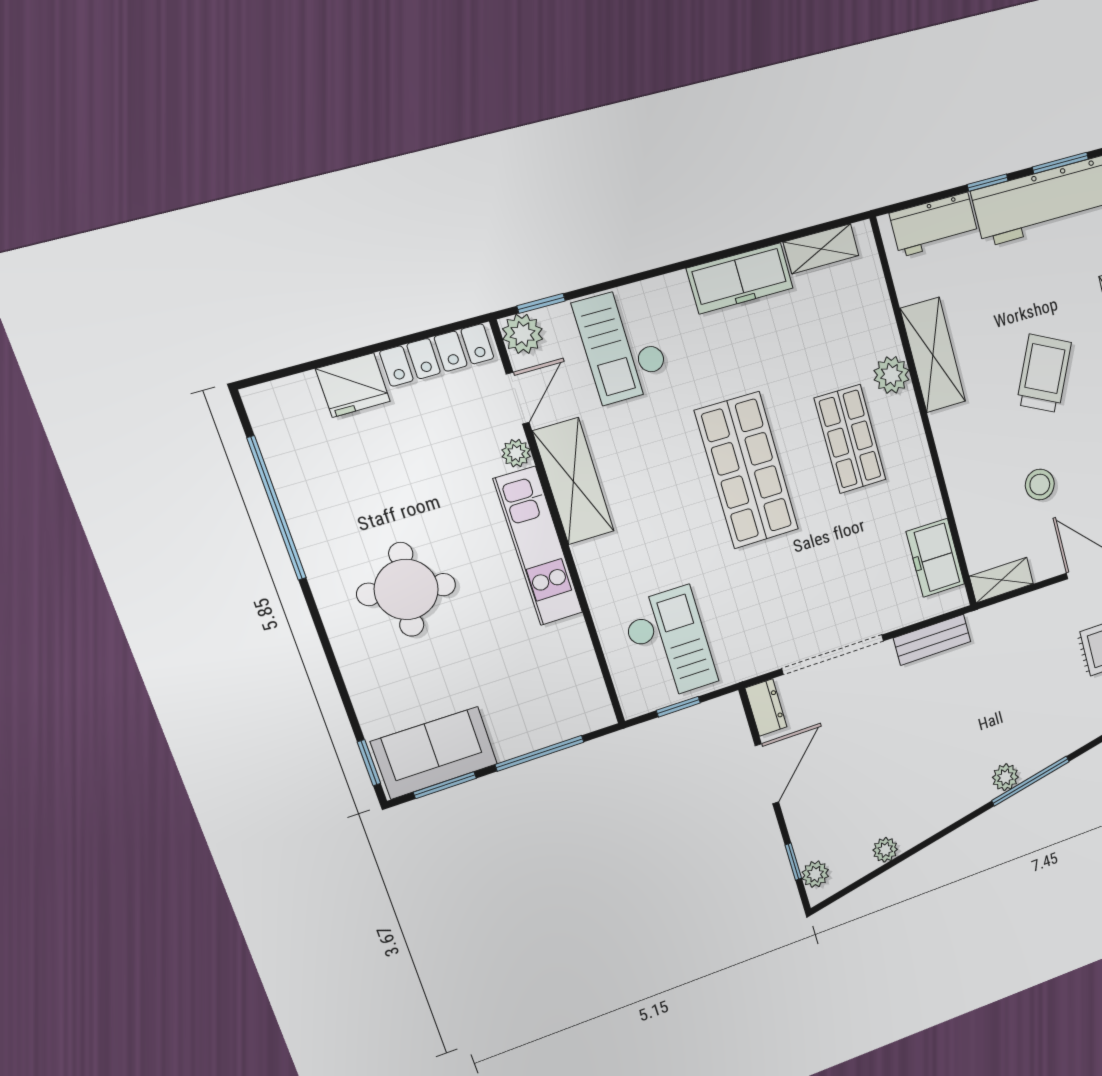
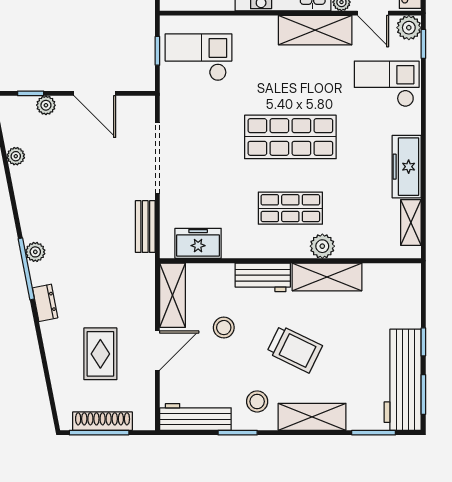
workbench: (934, 225) -> (263, 277), moved, turned -90
shelving: (1001, 580) -> (173, 295), width x1.50, depth x1.33
checkout: (670, 644) -> (199, 57), turned 180
dresser: (766, 708) -> (45, 303), moved, turned -101
plant: (815, 874) -> (46, 105), moved

